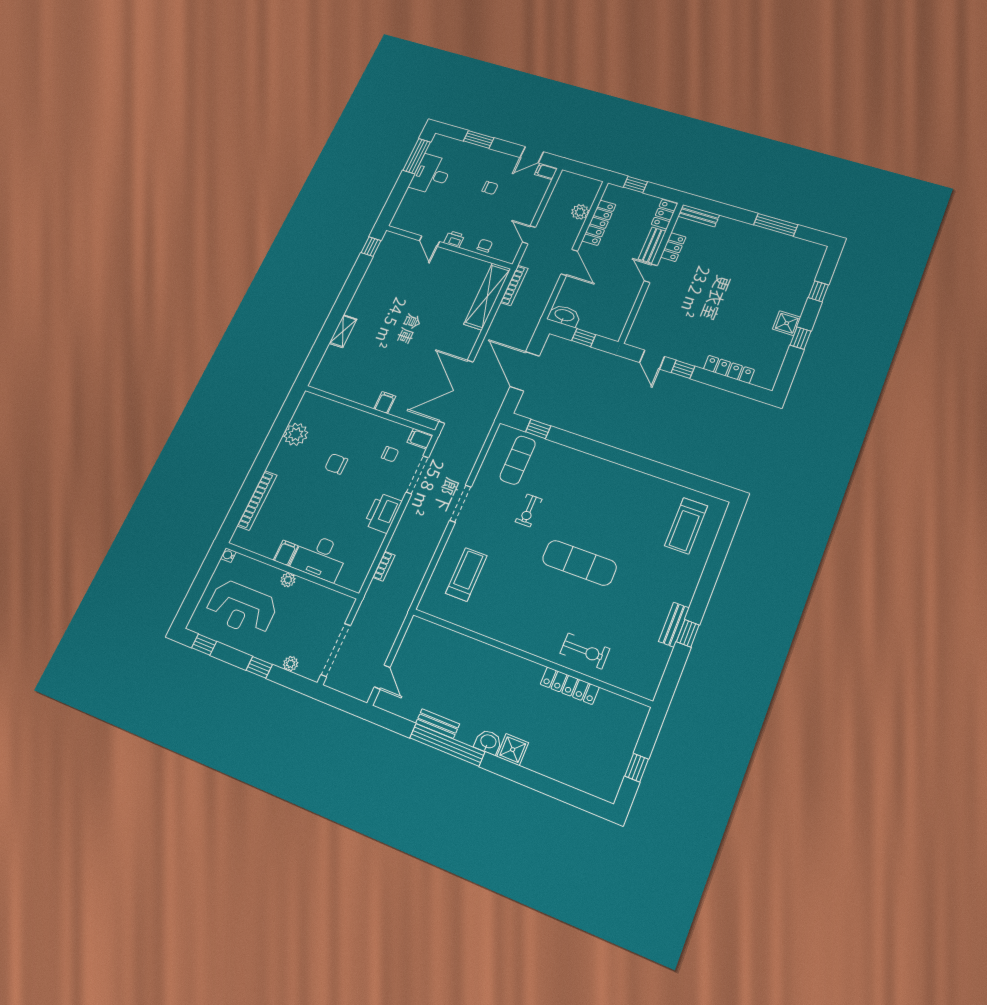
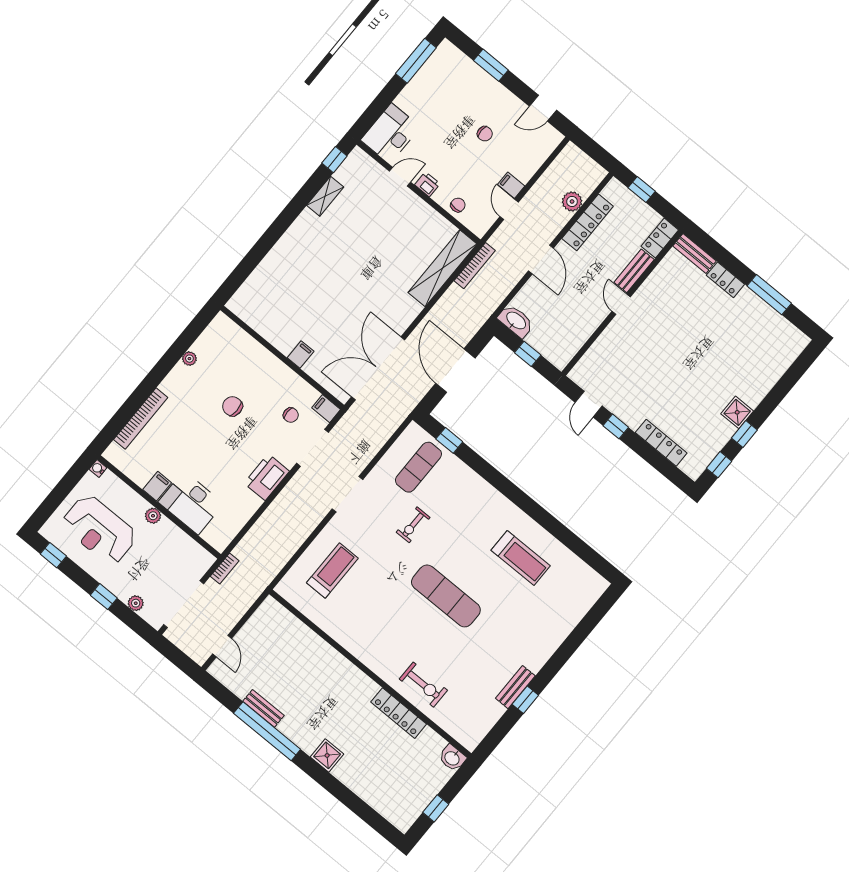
filing cabinet: (546, 171) -> (511, 185), moved
desk: (431, 174) -> (391, 134), moved
door: (429, 241) -> (400, 177), swing flipped
locker: (673, 247) -> (725, 280), moved, turned 90
window: (818, 291) -> (719, 465), moved
shelving: (343, 331) -> (325, 196), moved
plant: (296, 434) -> (189, 359), width x0.53, depth x0.53
treadmill: (686, 526) -> (521, 558), moved, turned -90
bookcase: (384, 566) -> (225, 568), moved
washbasin: (488, 742) -> (452, 758), moved, turned 180

